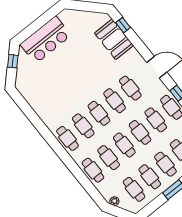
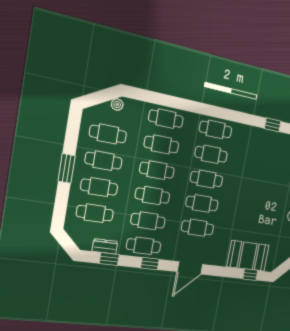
window: (27, 110) -> (273, 125), added

